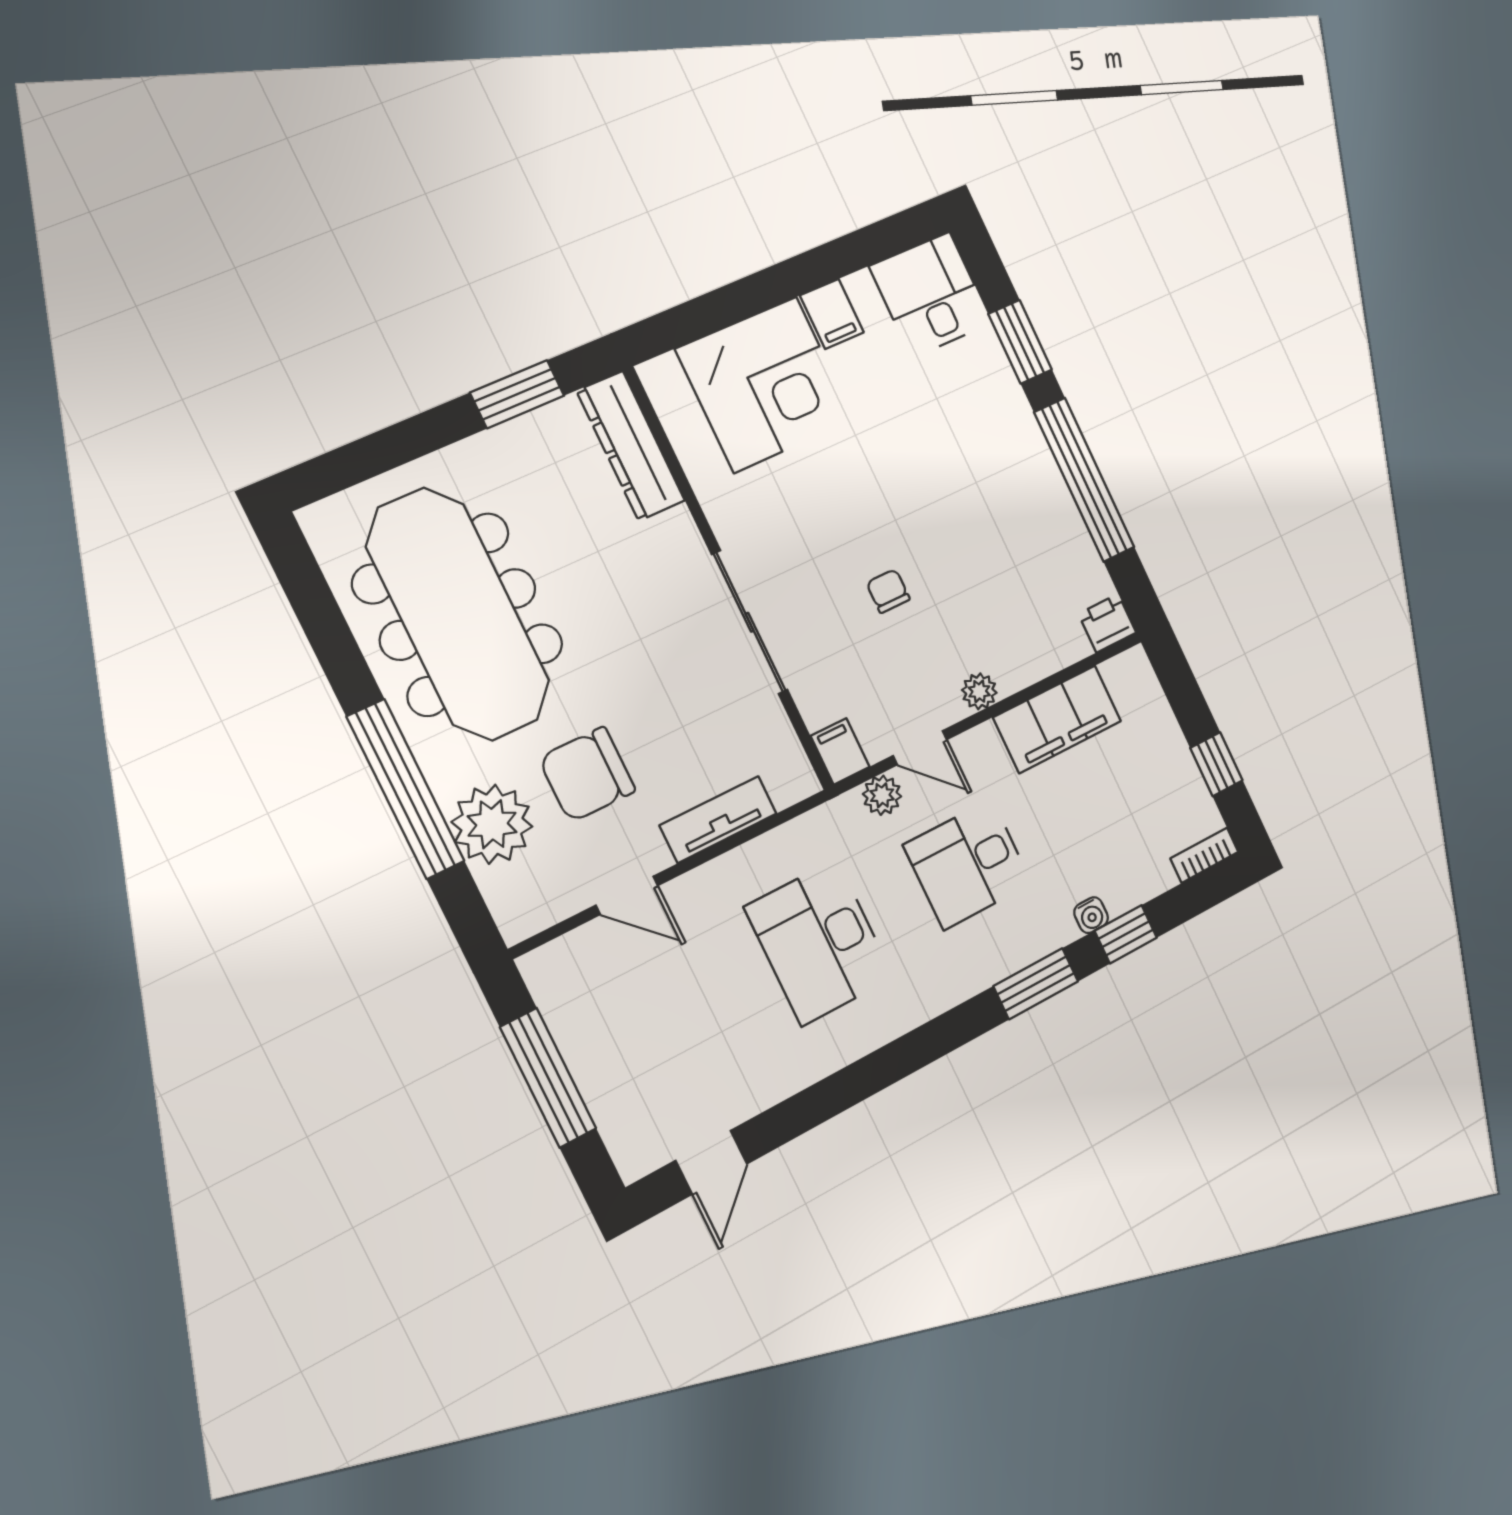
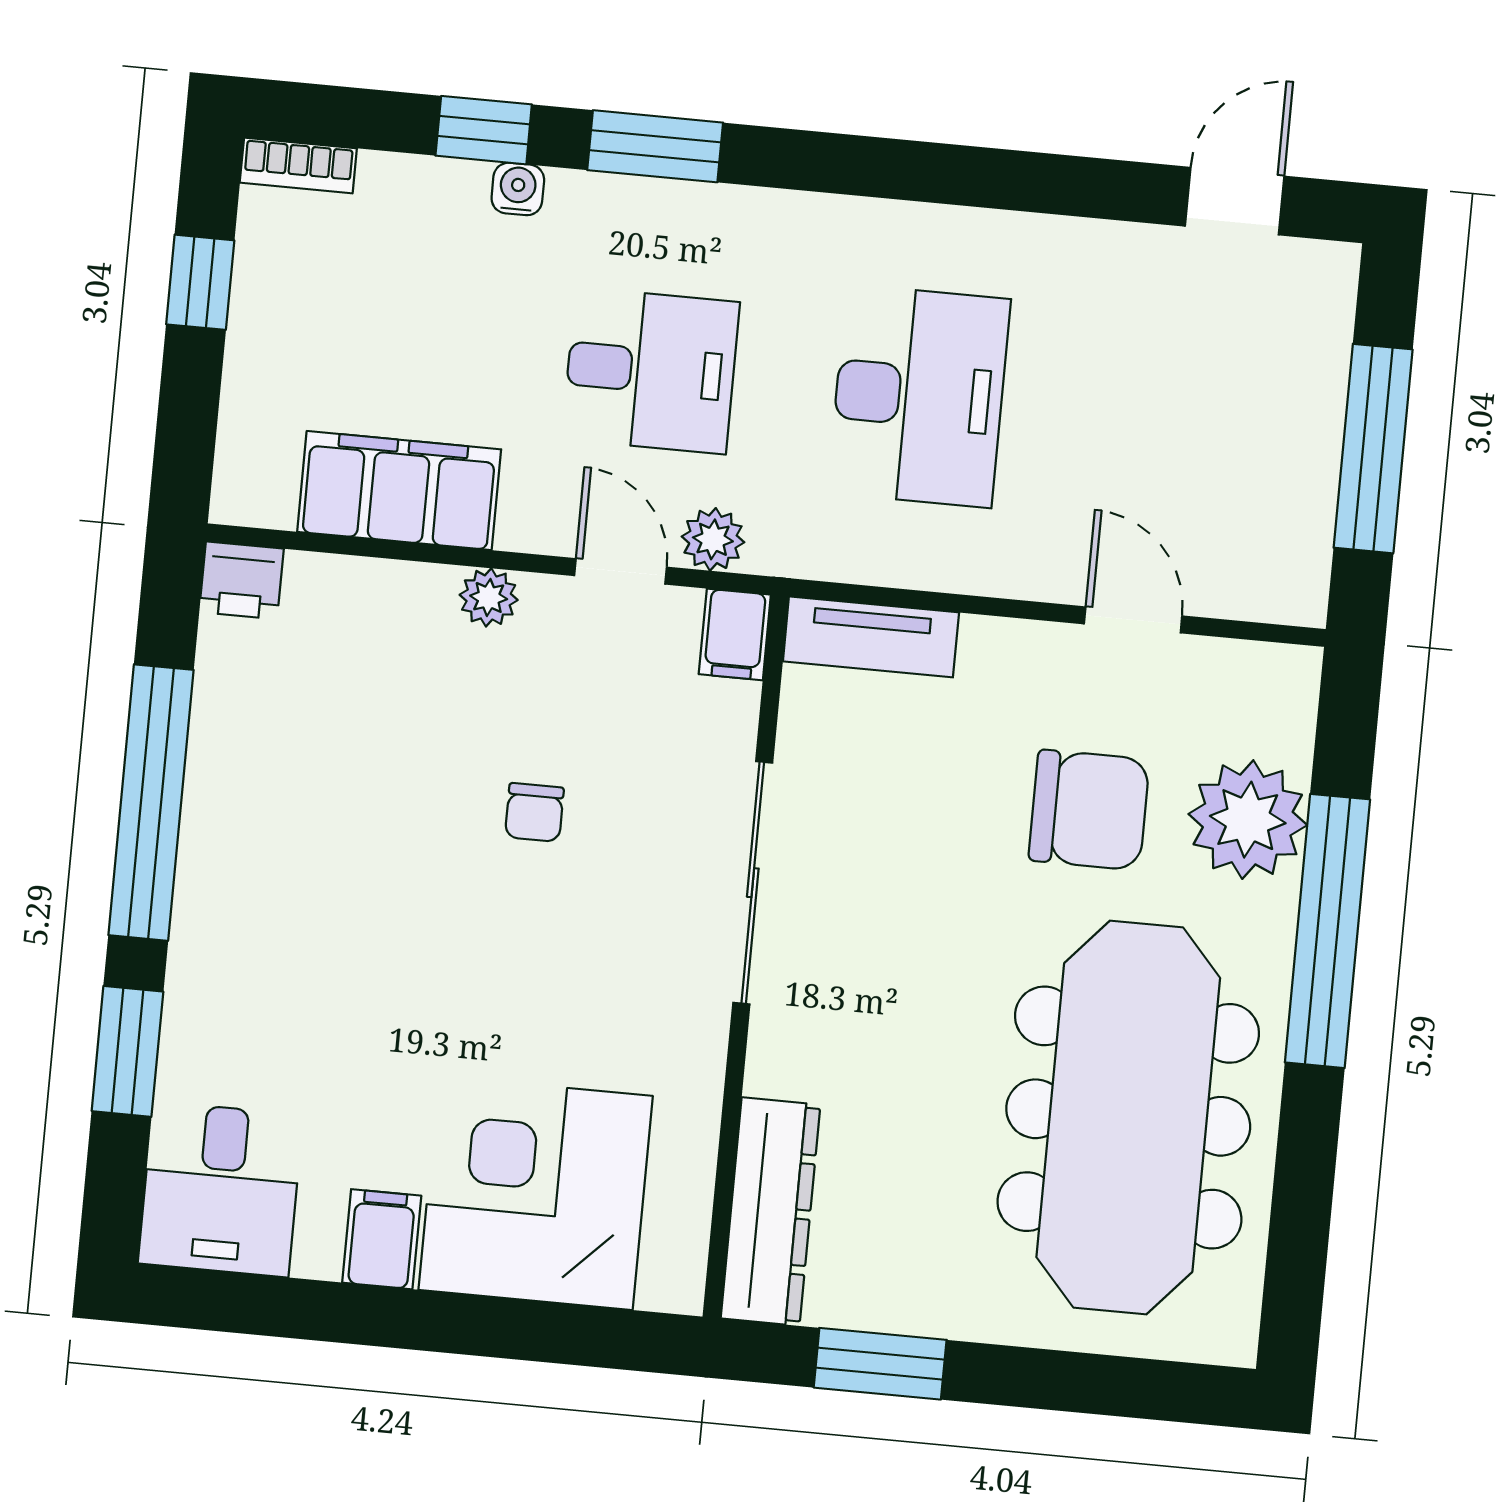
tv unit: (718, 819) -> (871, 637), moved

